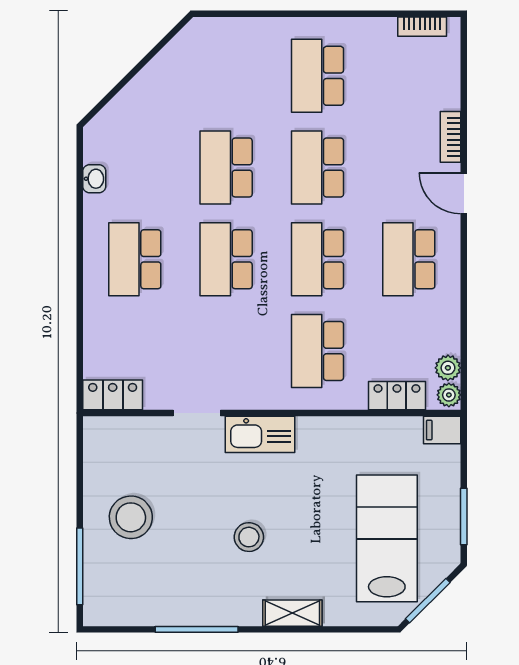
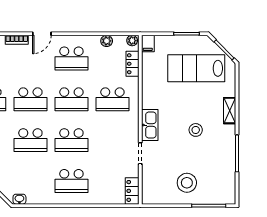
washbasin: (94, 179) -> (19, 199), moved
plant: (448, 368) -> (107, 41), moved

